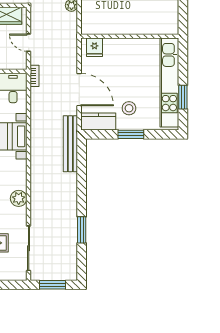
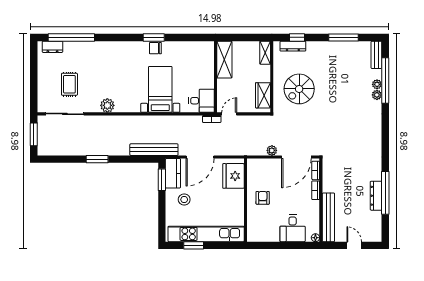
armchair: (127, 16) -> (263, 198), added
door: (29, 43) -> (229, 114), moved
fridge: (94, 47) -> (233, 176), width x1.88, depth x1.34
window: (131, 134) -> (162, 180), moved
window: (82, 230) -> (97, 159), moved

